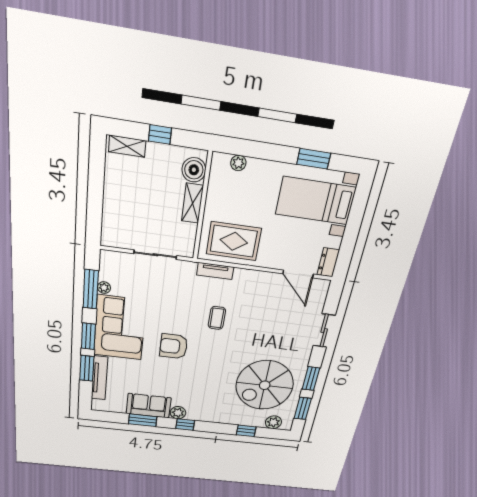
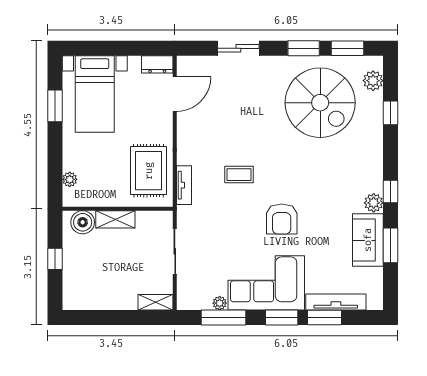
shelving: (127, 146) -> (156, 302), moved, turned 90

